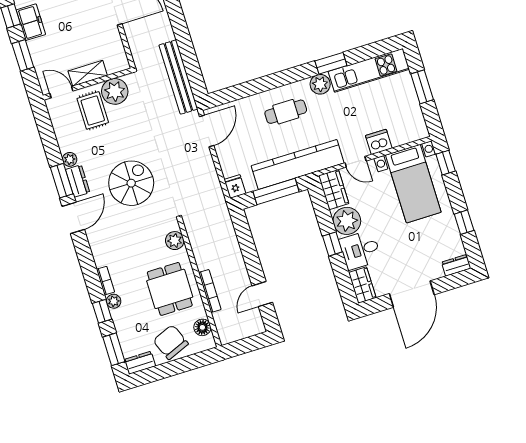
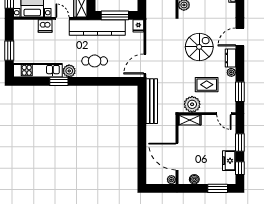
shelving: (88, 73) -> (190, 120), moved
rug: (93, 110) -> (207, 85), moved, turned 90
window: (62, 181) -> (240, 92), moved
spiral stairs: (131, 183) -> (199, 47), turned 180

